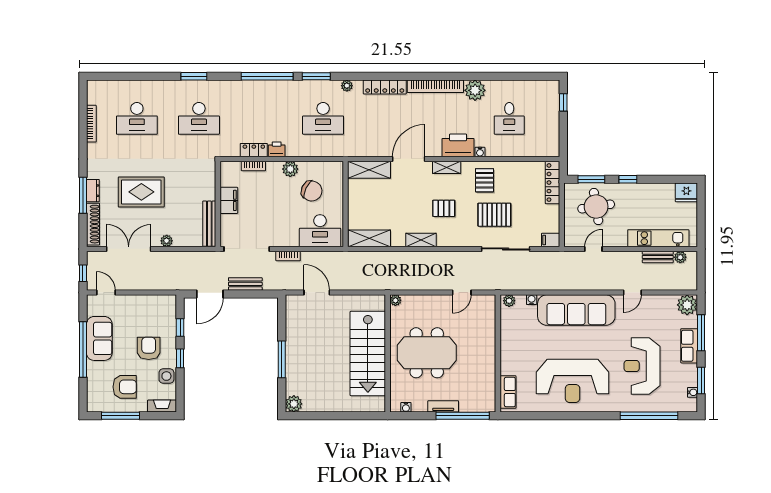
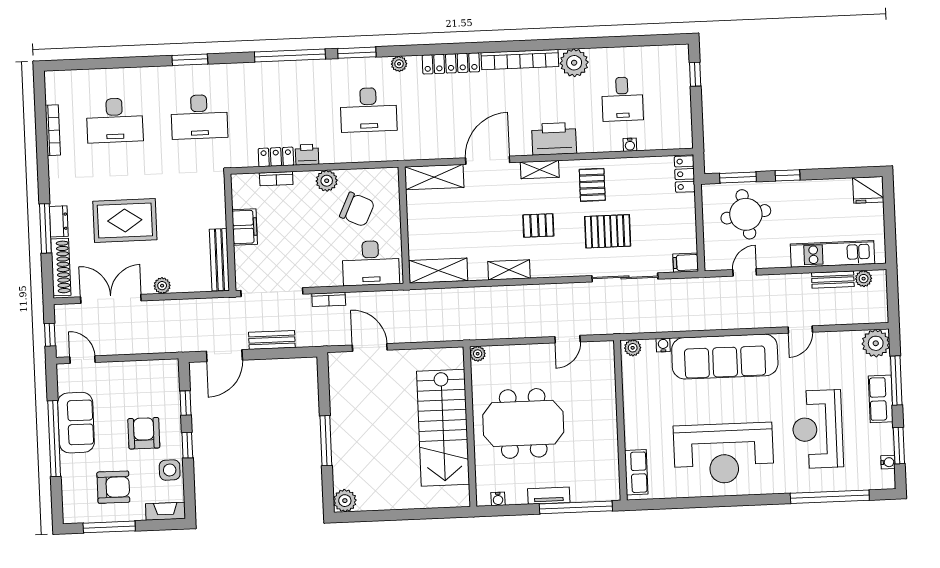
water cooler: (480, 152) -> (630, 145), moved
locker: (553, 183) -> (685, 174), width x0.66

